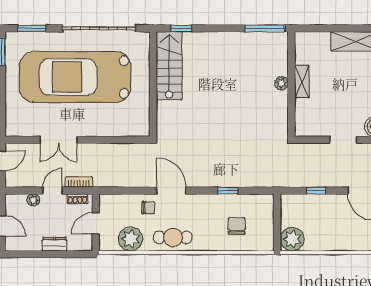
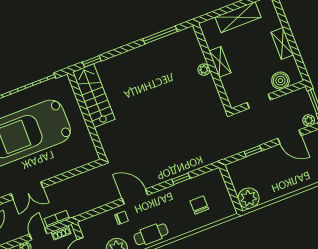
shelving: (302, 82) -> (220, 62), moved
plant: (281, 83) -> (204, 70), moved
wall: (291, 84) -> (212, 67), moved

